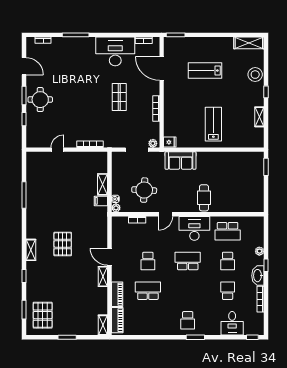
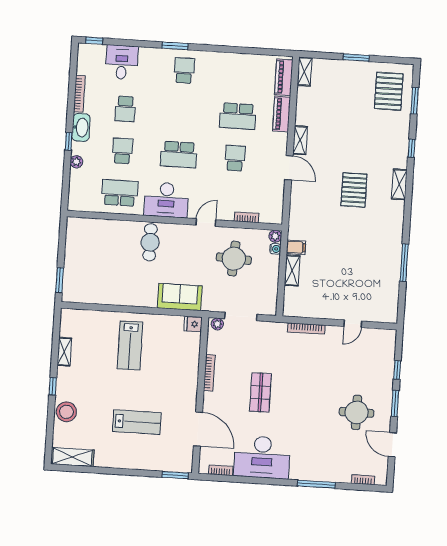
round table: (40, 100) -> (357, 412), moved

